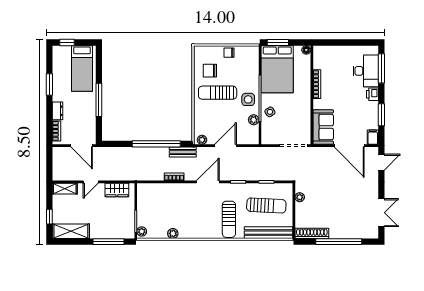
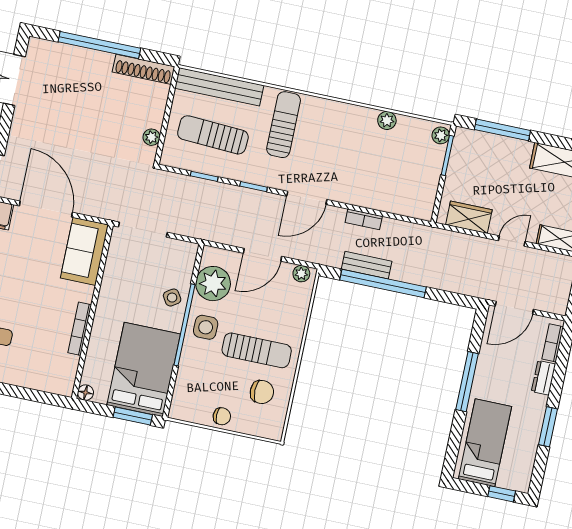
plant: (254, 120) -> (213, 284), width x1.88, depth x1.88
door: (82, 146) -> (514, 308), swing flipped
bench: (183, 152) -> (367, 265), moved

